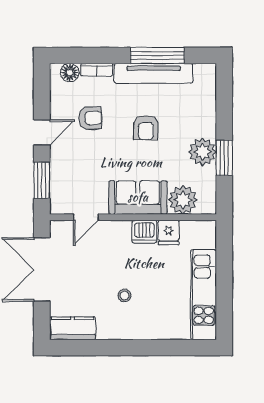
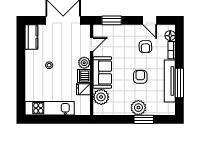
armchair: (146, 128) -> (140, 77), turned 90
door: (42, 132) -> (150, 20), moved
plant: (202, 152) -> (138, 108), moved
window: (224, 158) -> (144, 119), moved
door: (86, 217) -> (92, 44), swing flipped
plant: (120, 231) -> (84, 63), added

